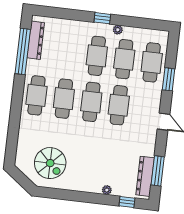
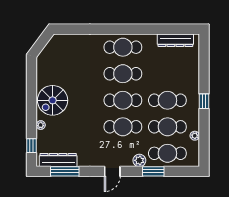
plant: (118, 30) -> (195, 136), moved
window: (23, 51) -> (163, 29), removed
plant: (156, 92) -> (139, 160), added
spiral stairs: (50, 163) -> (53, 100), moved

